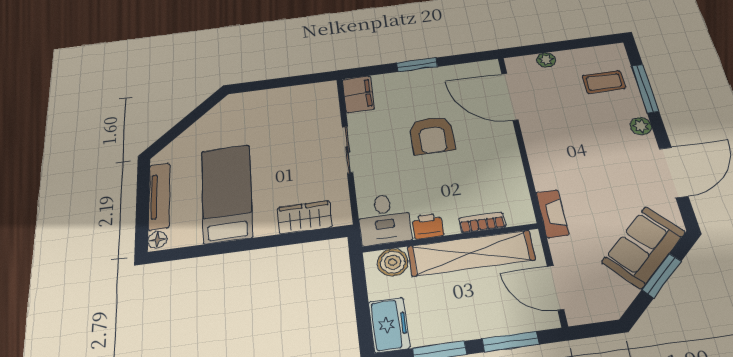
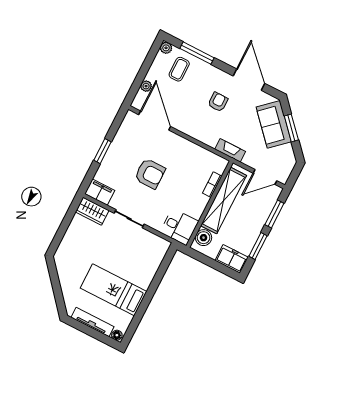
door: (510, 97) -> (155, 121), swing flipped
plant: (641, 126) -> (166, 48), moved
armchair: (605, 154) -> (218, 102), added
wardrobe: (305, 217) -> (92, 211), moved, turned -90
printer: (428, 226) -> (197, 210), removed

